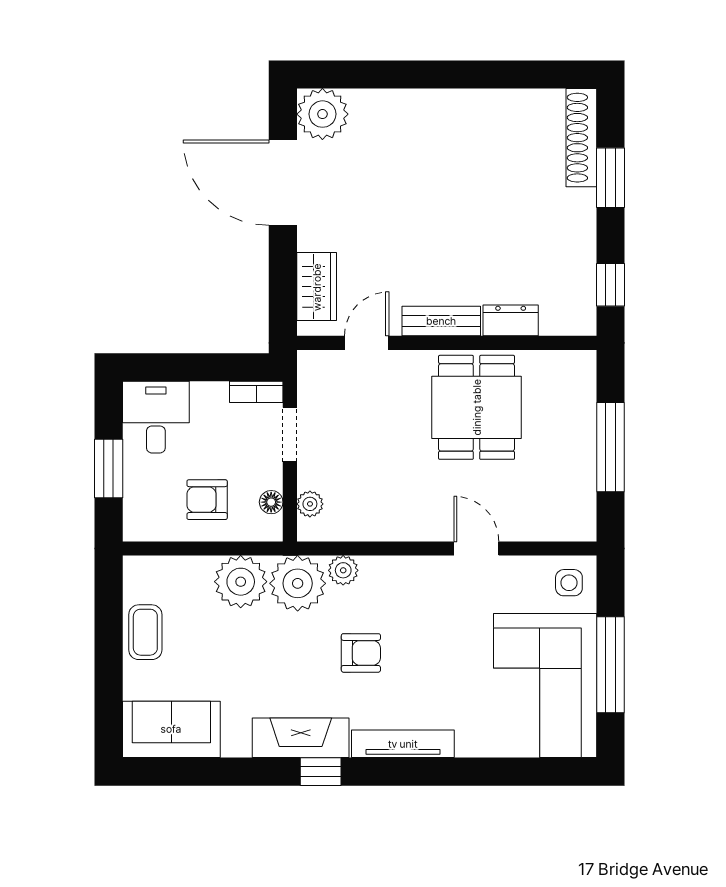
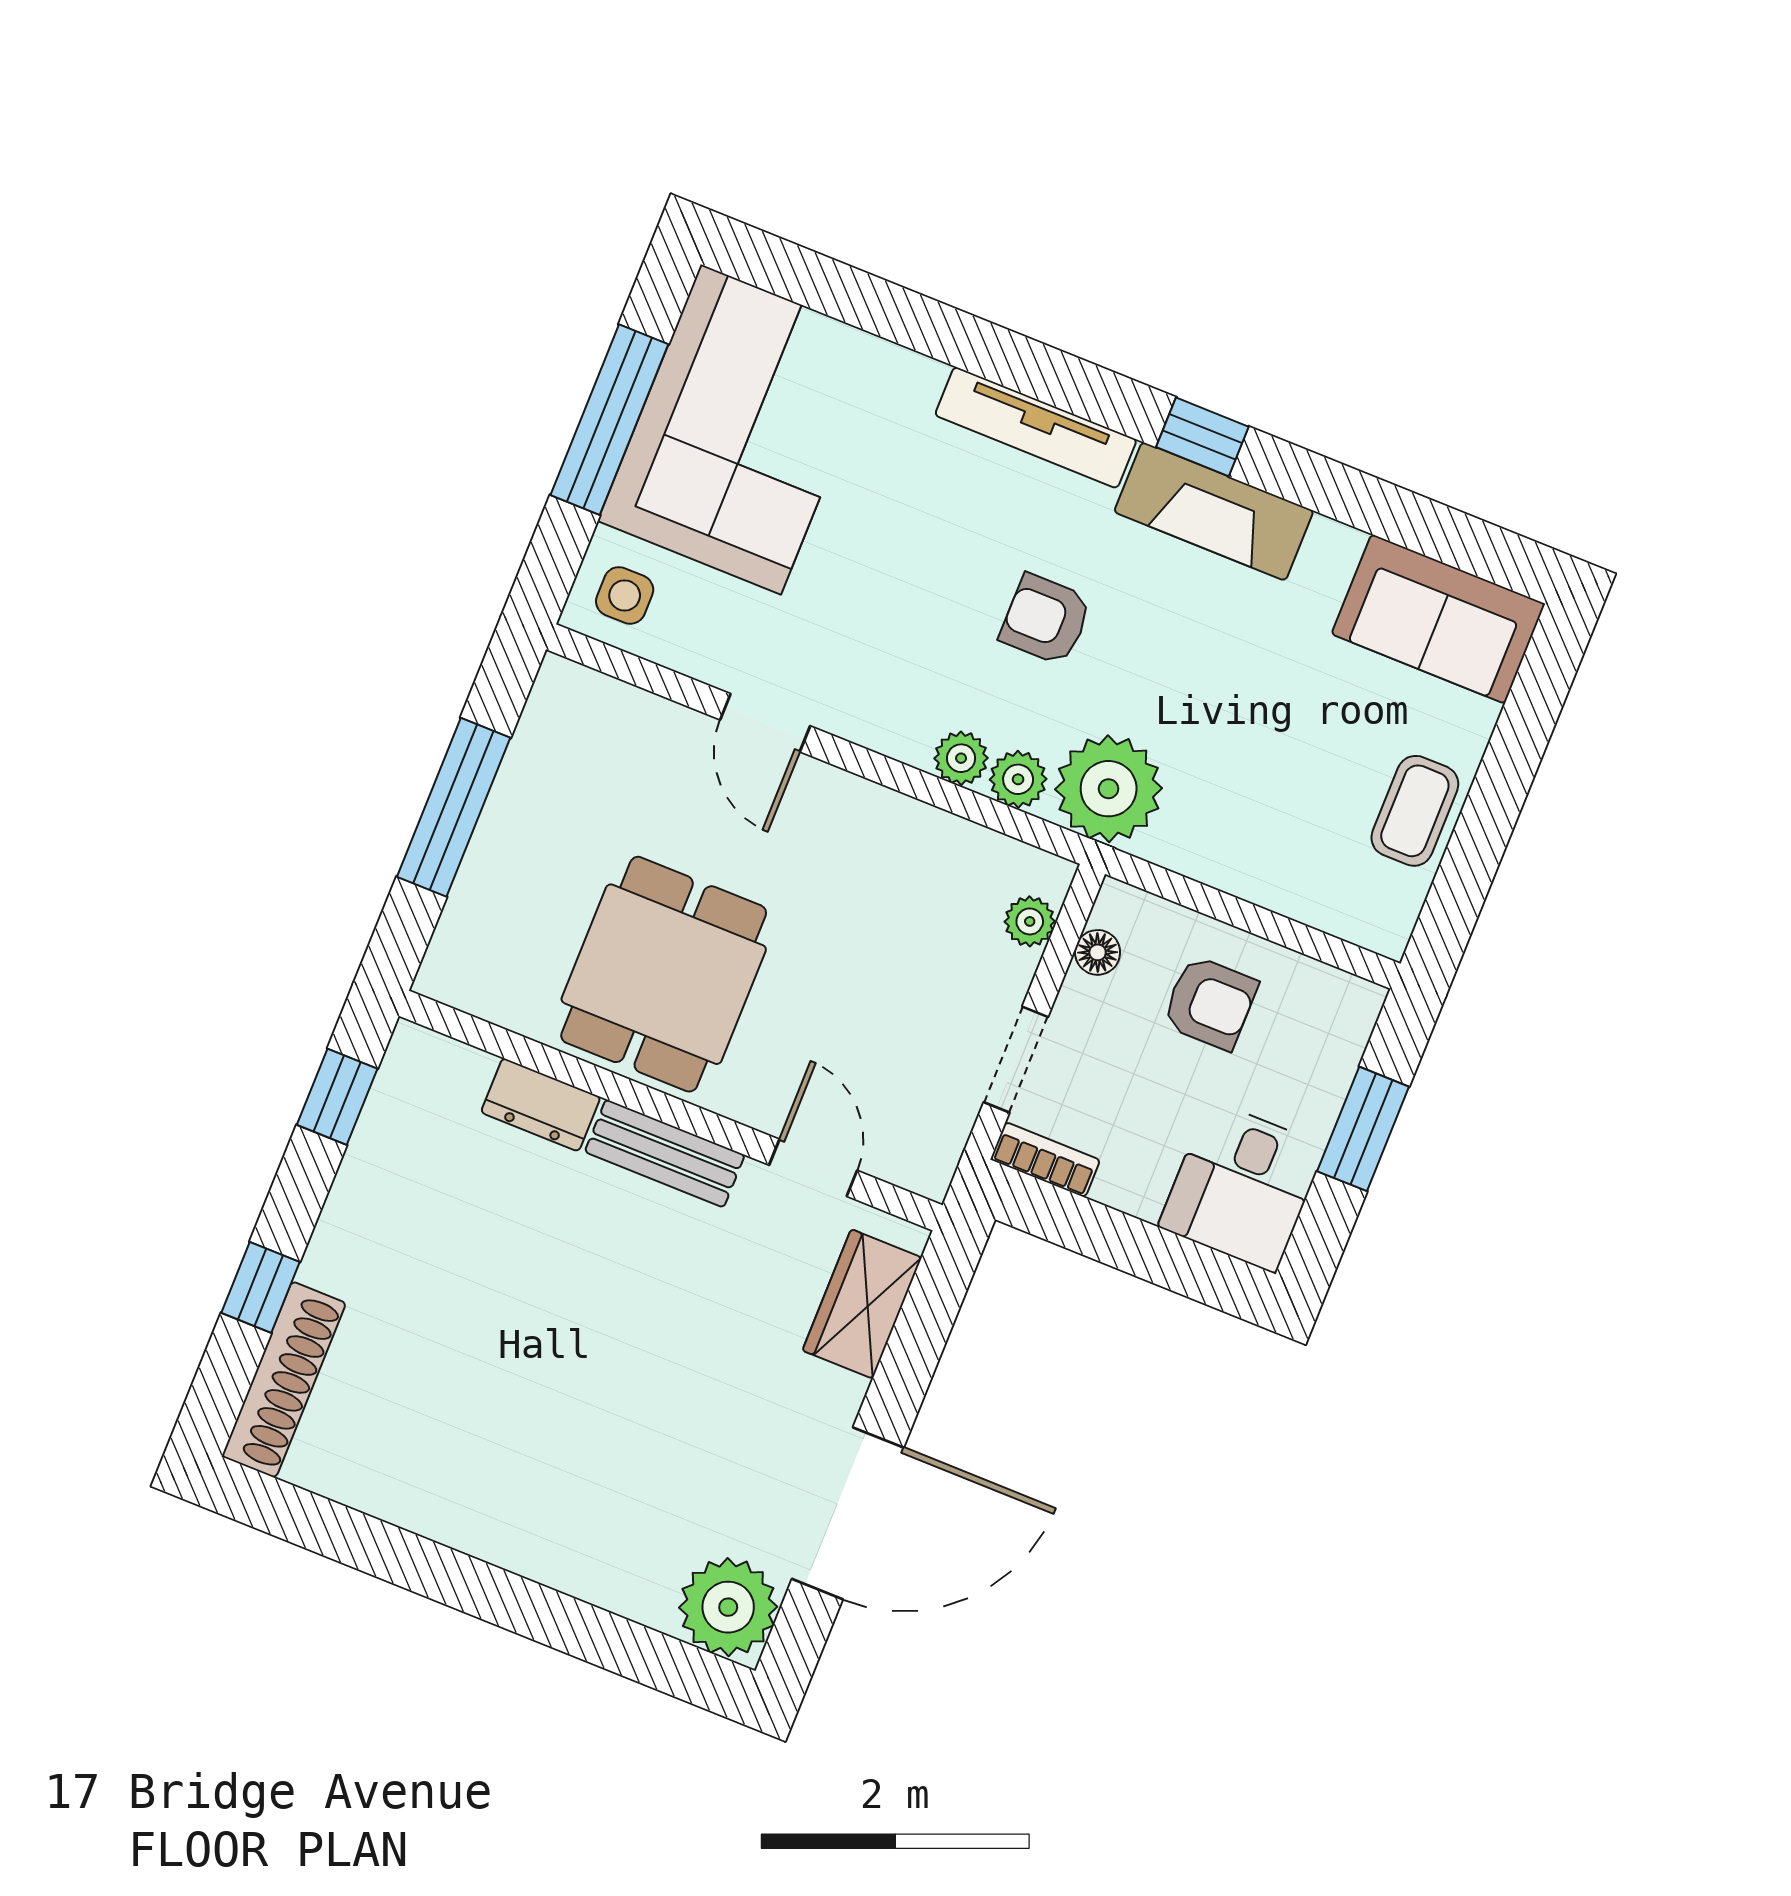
window: (610, 178) -> (261, 1287), width x0.67
door: (283, 183) -> (848, 1513), hinge flipped
door: (367, 343) -> (813, 1168), swing flipped
plant: (241, 582) -> (961, 758), moved, width x0.53, depth x0.53

